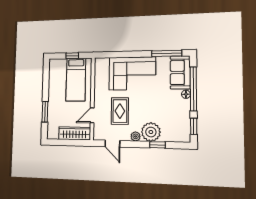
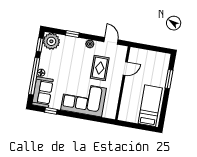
window: (167, 53) -> (51, 111), width x0.46
window: (72, 56) -> (135, 126), removed
bed: (76, 80) -> (150, 106), moved
plant: (151, 132) -> (51, 41), moved
wardrobe: (75, 133) -> (144, 55), removed

